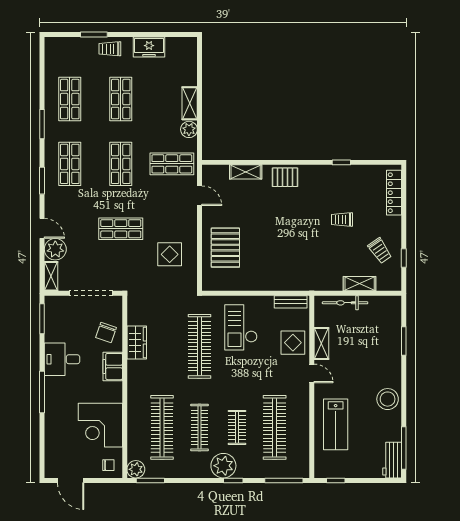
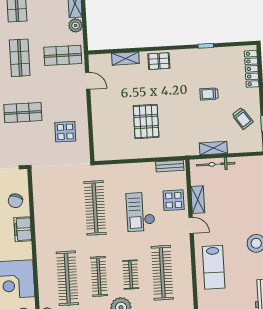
pallet: (225, 248) -> (146, 121), moved
shelving: (360, 284) -> (213, 148), moved
checkout: (241, 327) -> (140, 212), moved
wardrobe: (137, 343) -> (42, 208), removed

